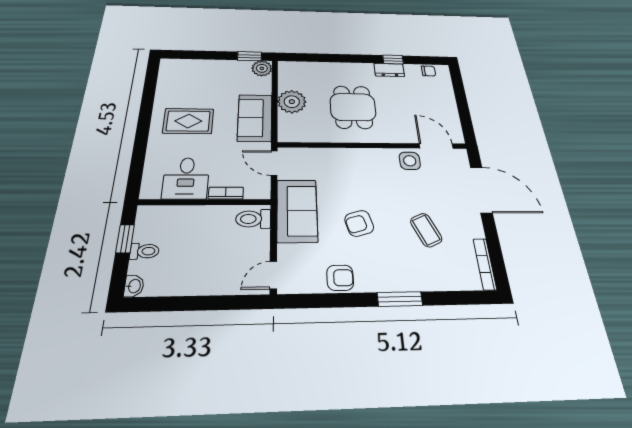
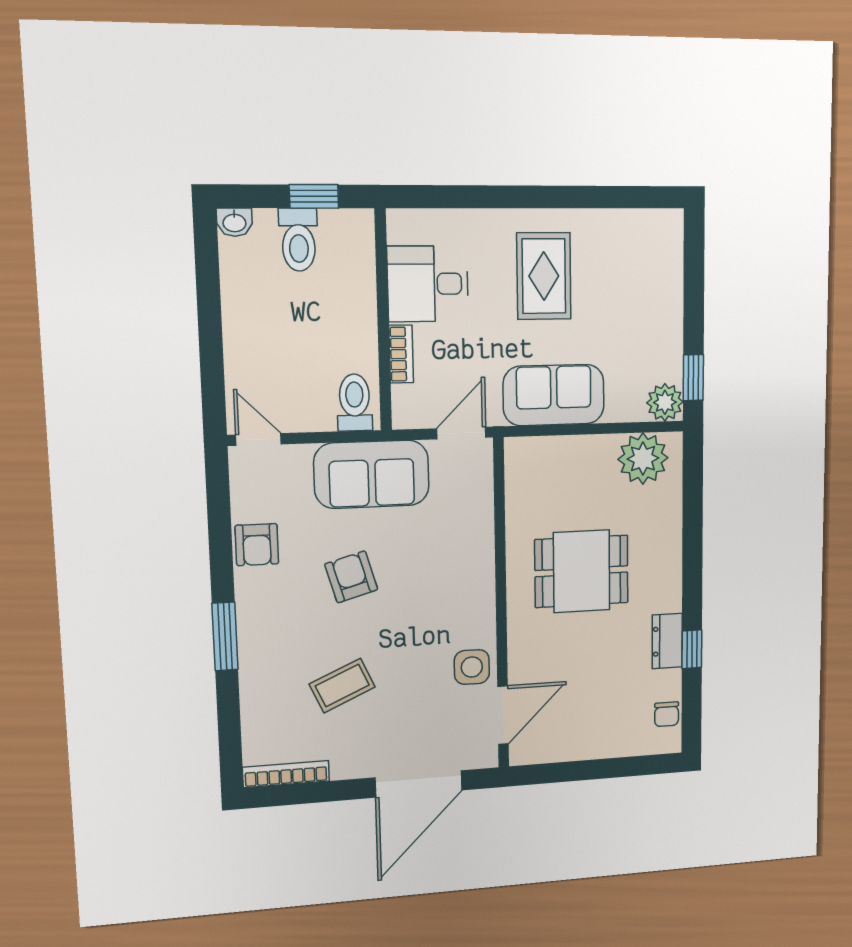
plant: (292, 102) -> (643, 459), moved
toilet: (144, 251) -> (299, 240), width x1.37, depth x1.39

